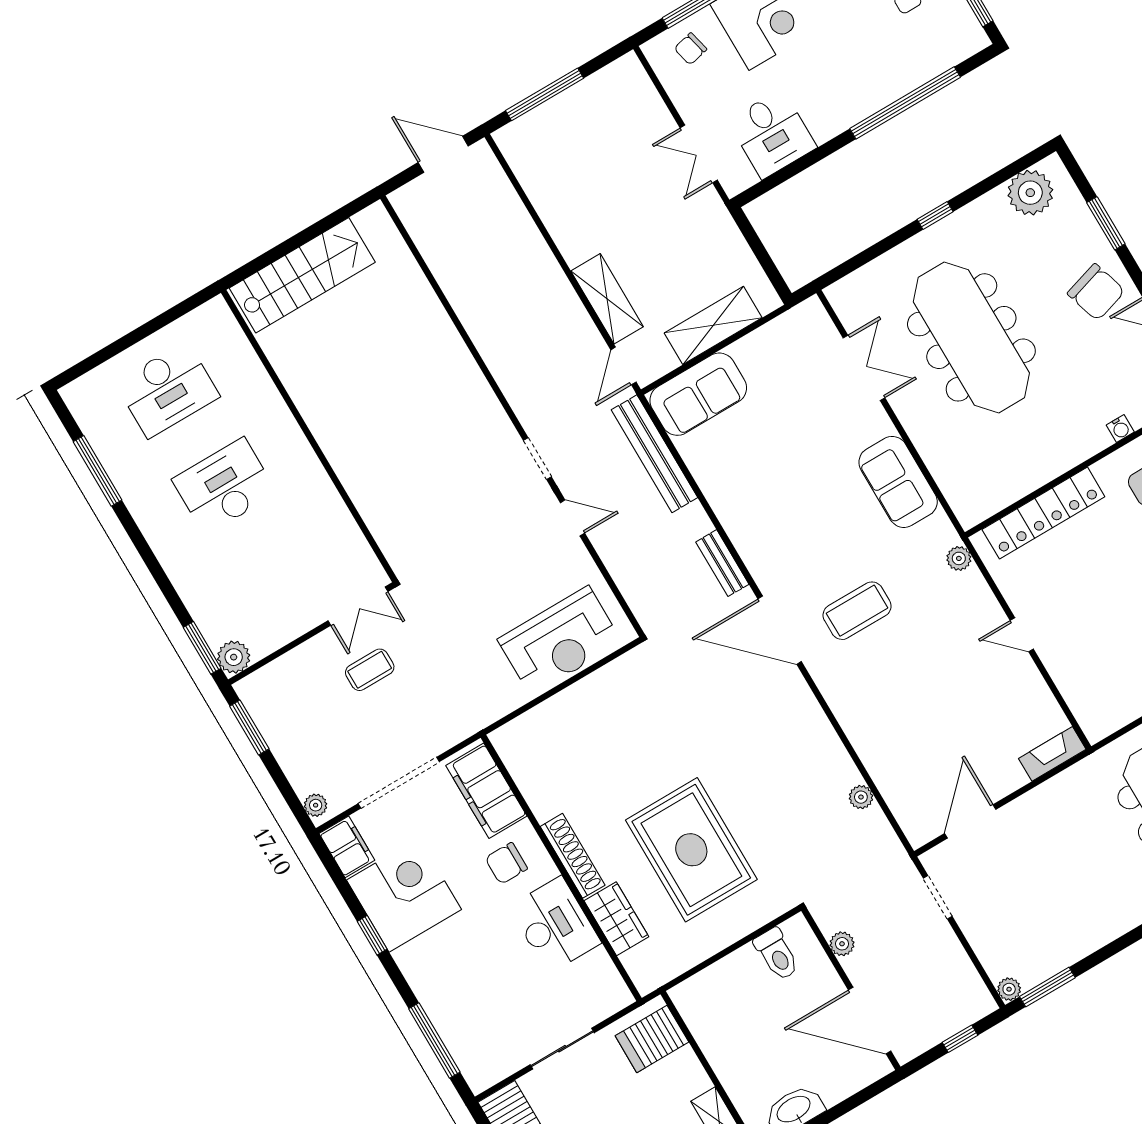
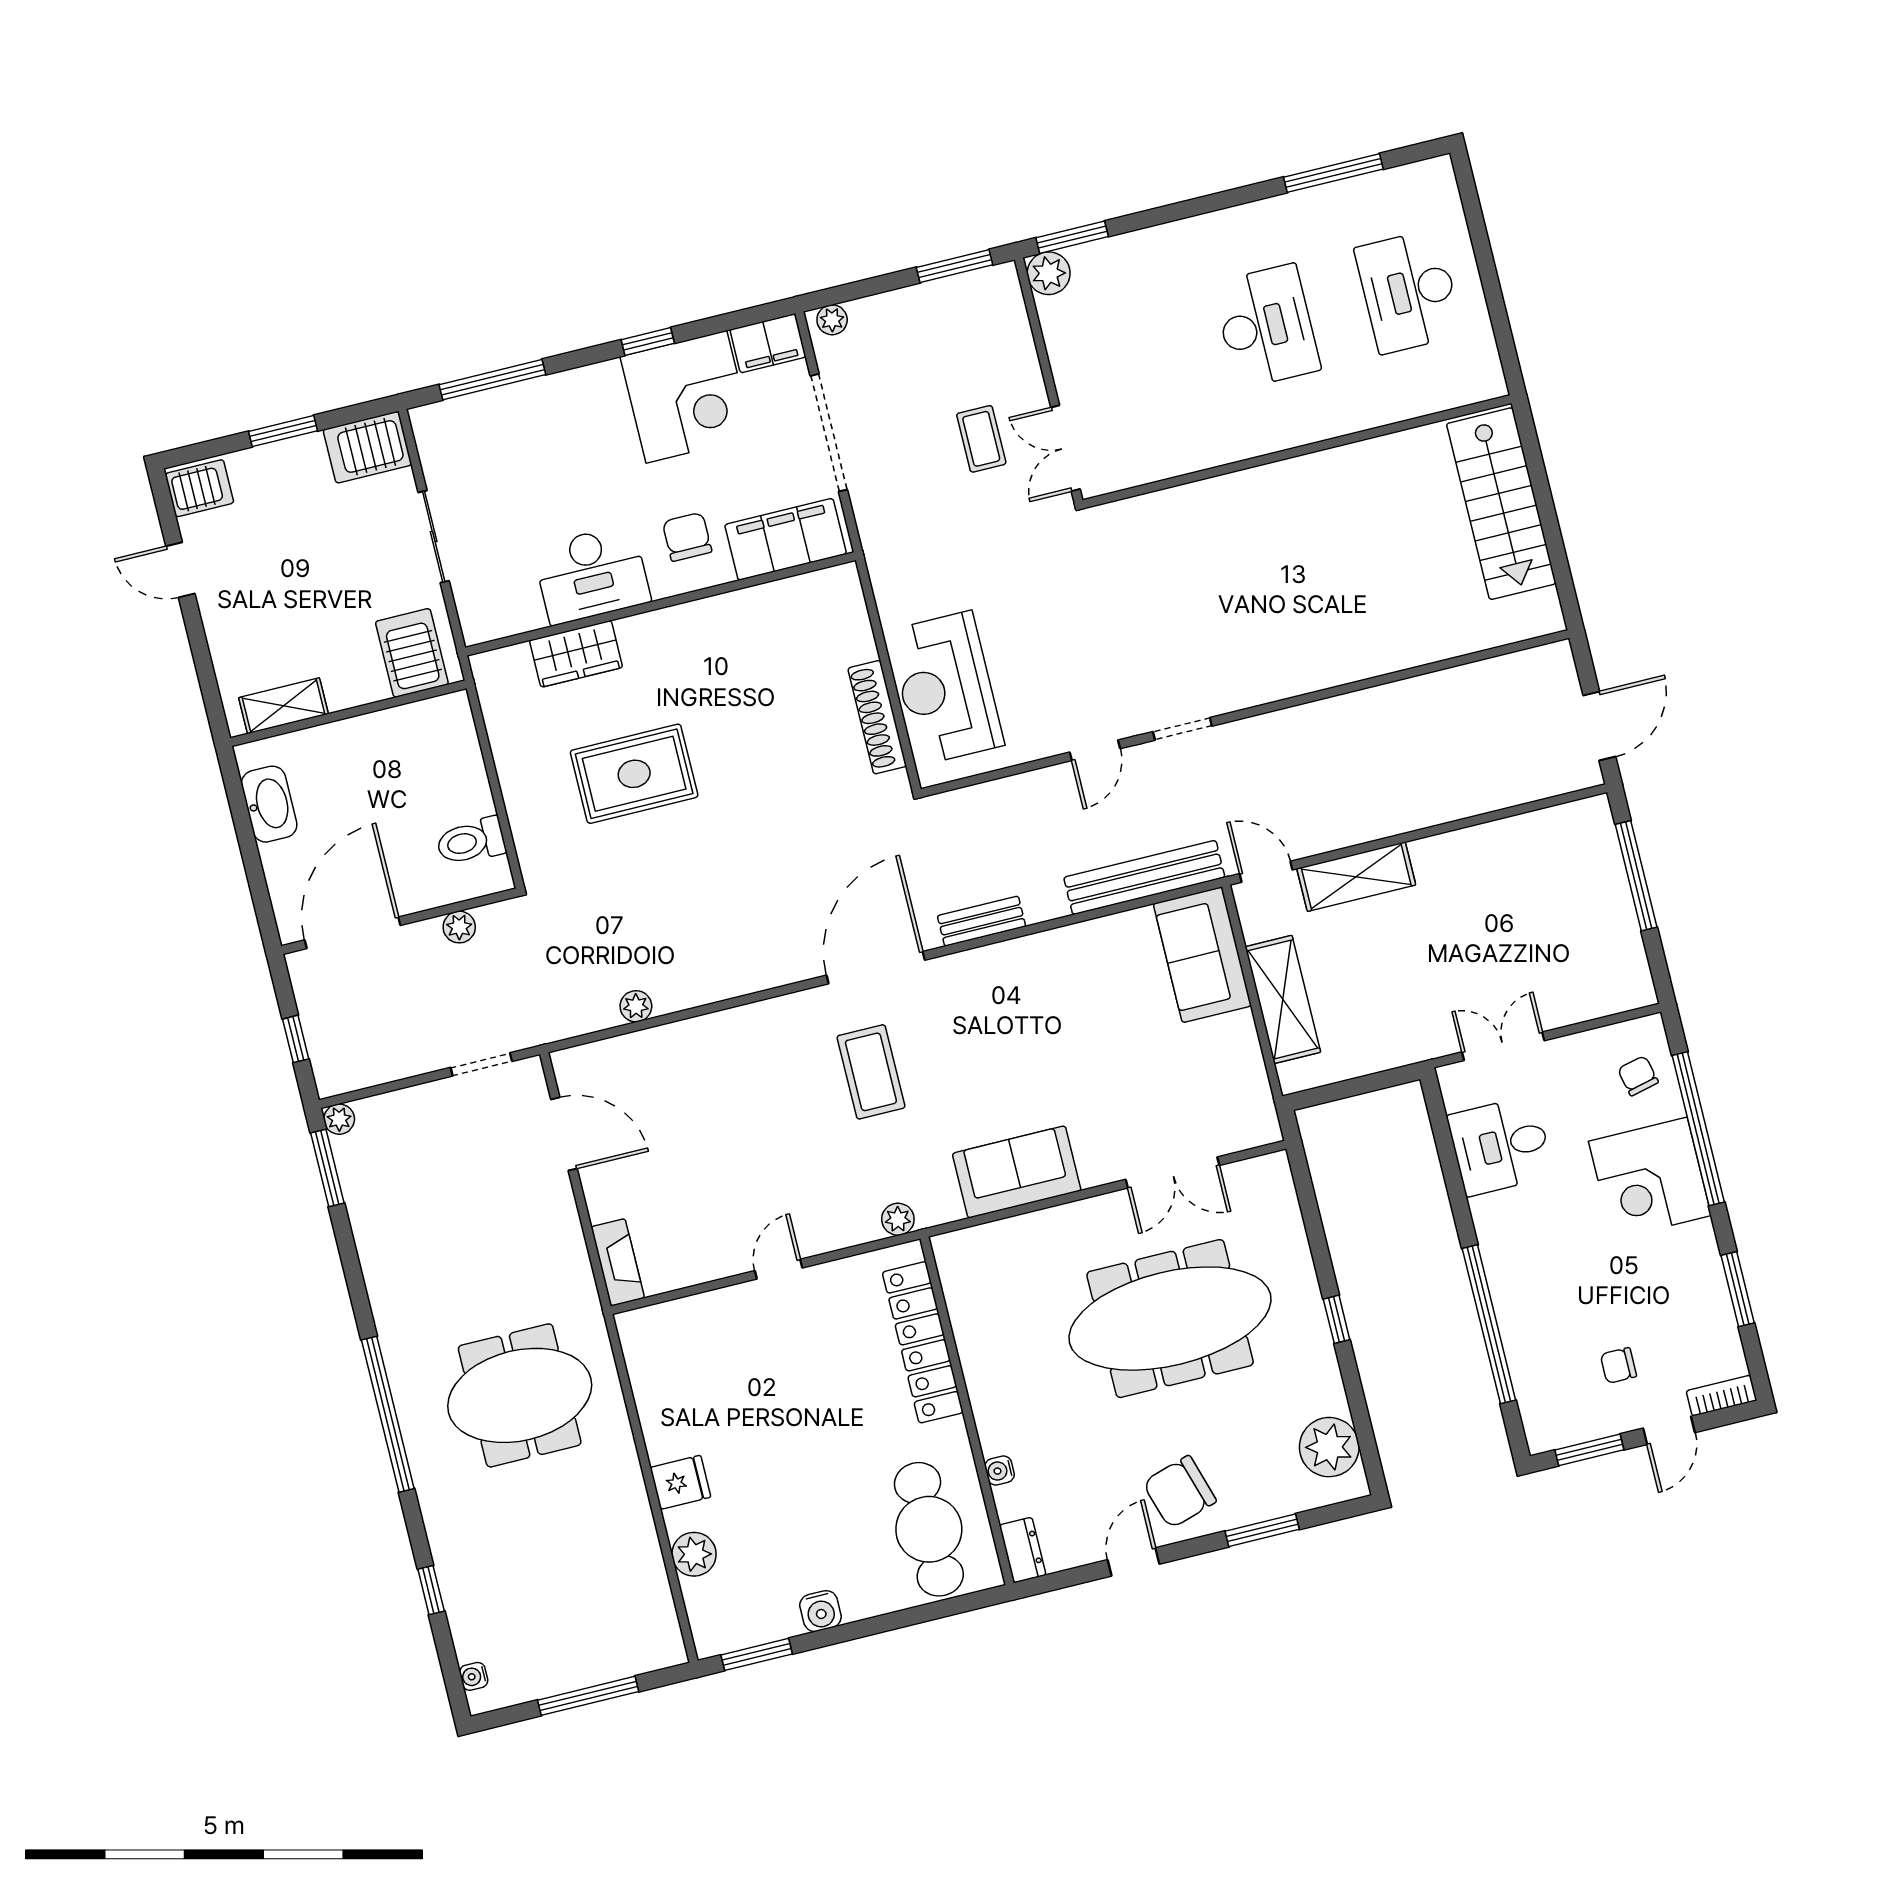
rug: (691, 850) -> (634, 774), width x0.73, depth x0.69
shoe rack: (573, 856) -> (877, 717), moved, turned 90

